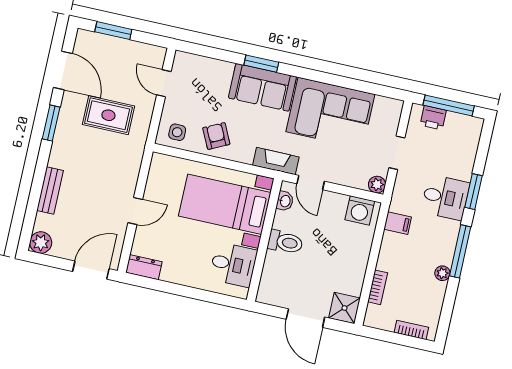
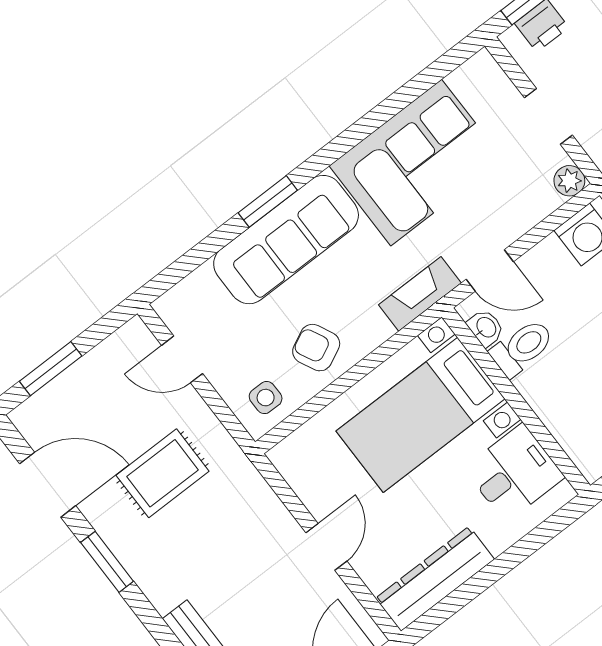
sofa: (262, 87) -> (286, 240), width x1.36
toilet: (285, 242) -> (522, 348), moved
dresser: (144, 267) -> (435, 579), width x1.96, depth x1.24

